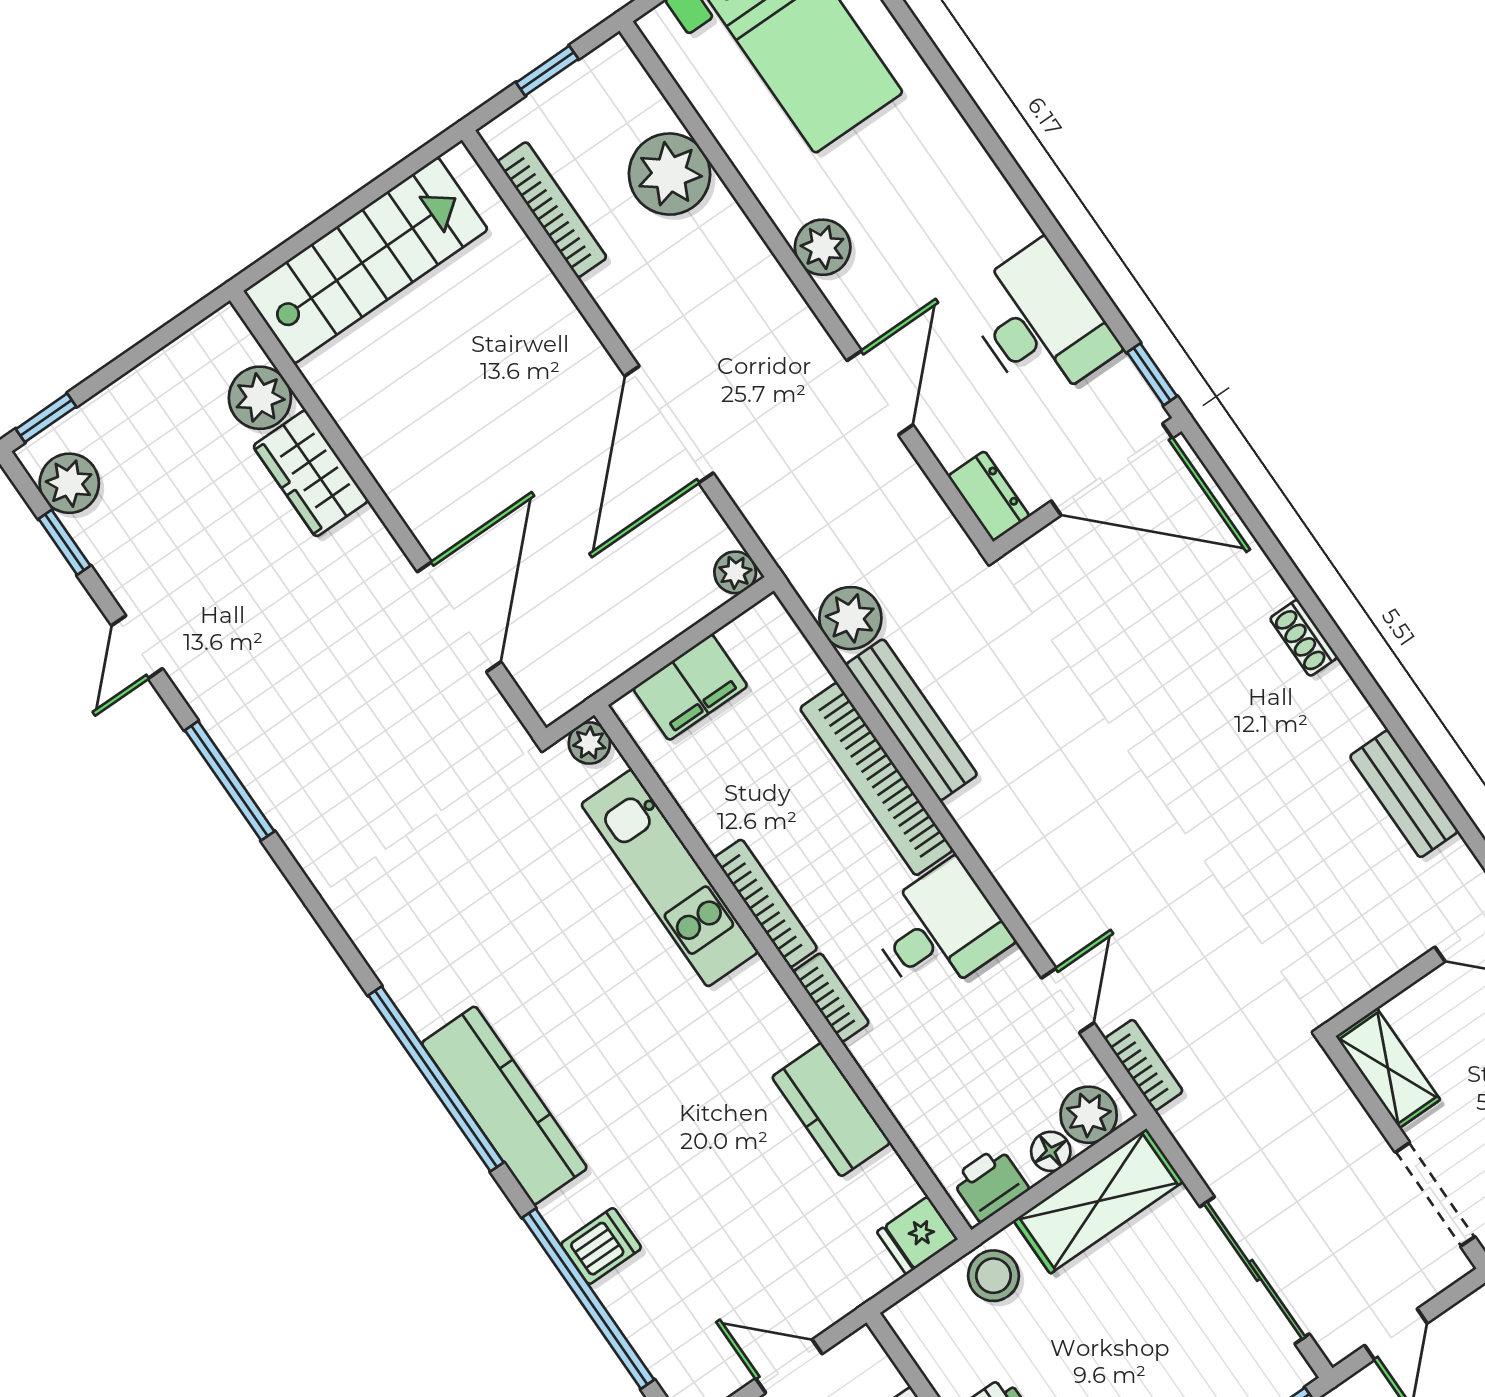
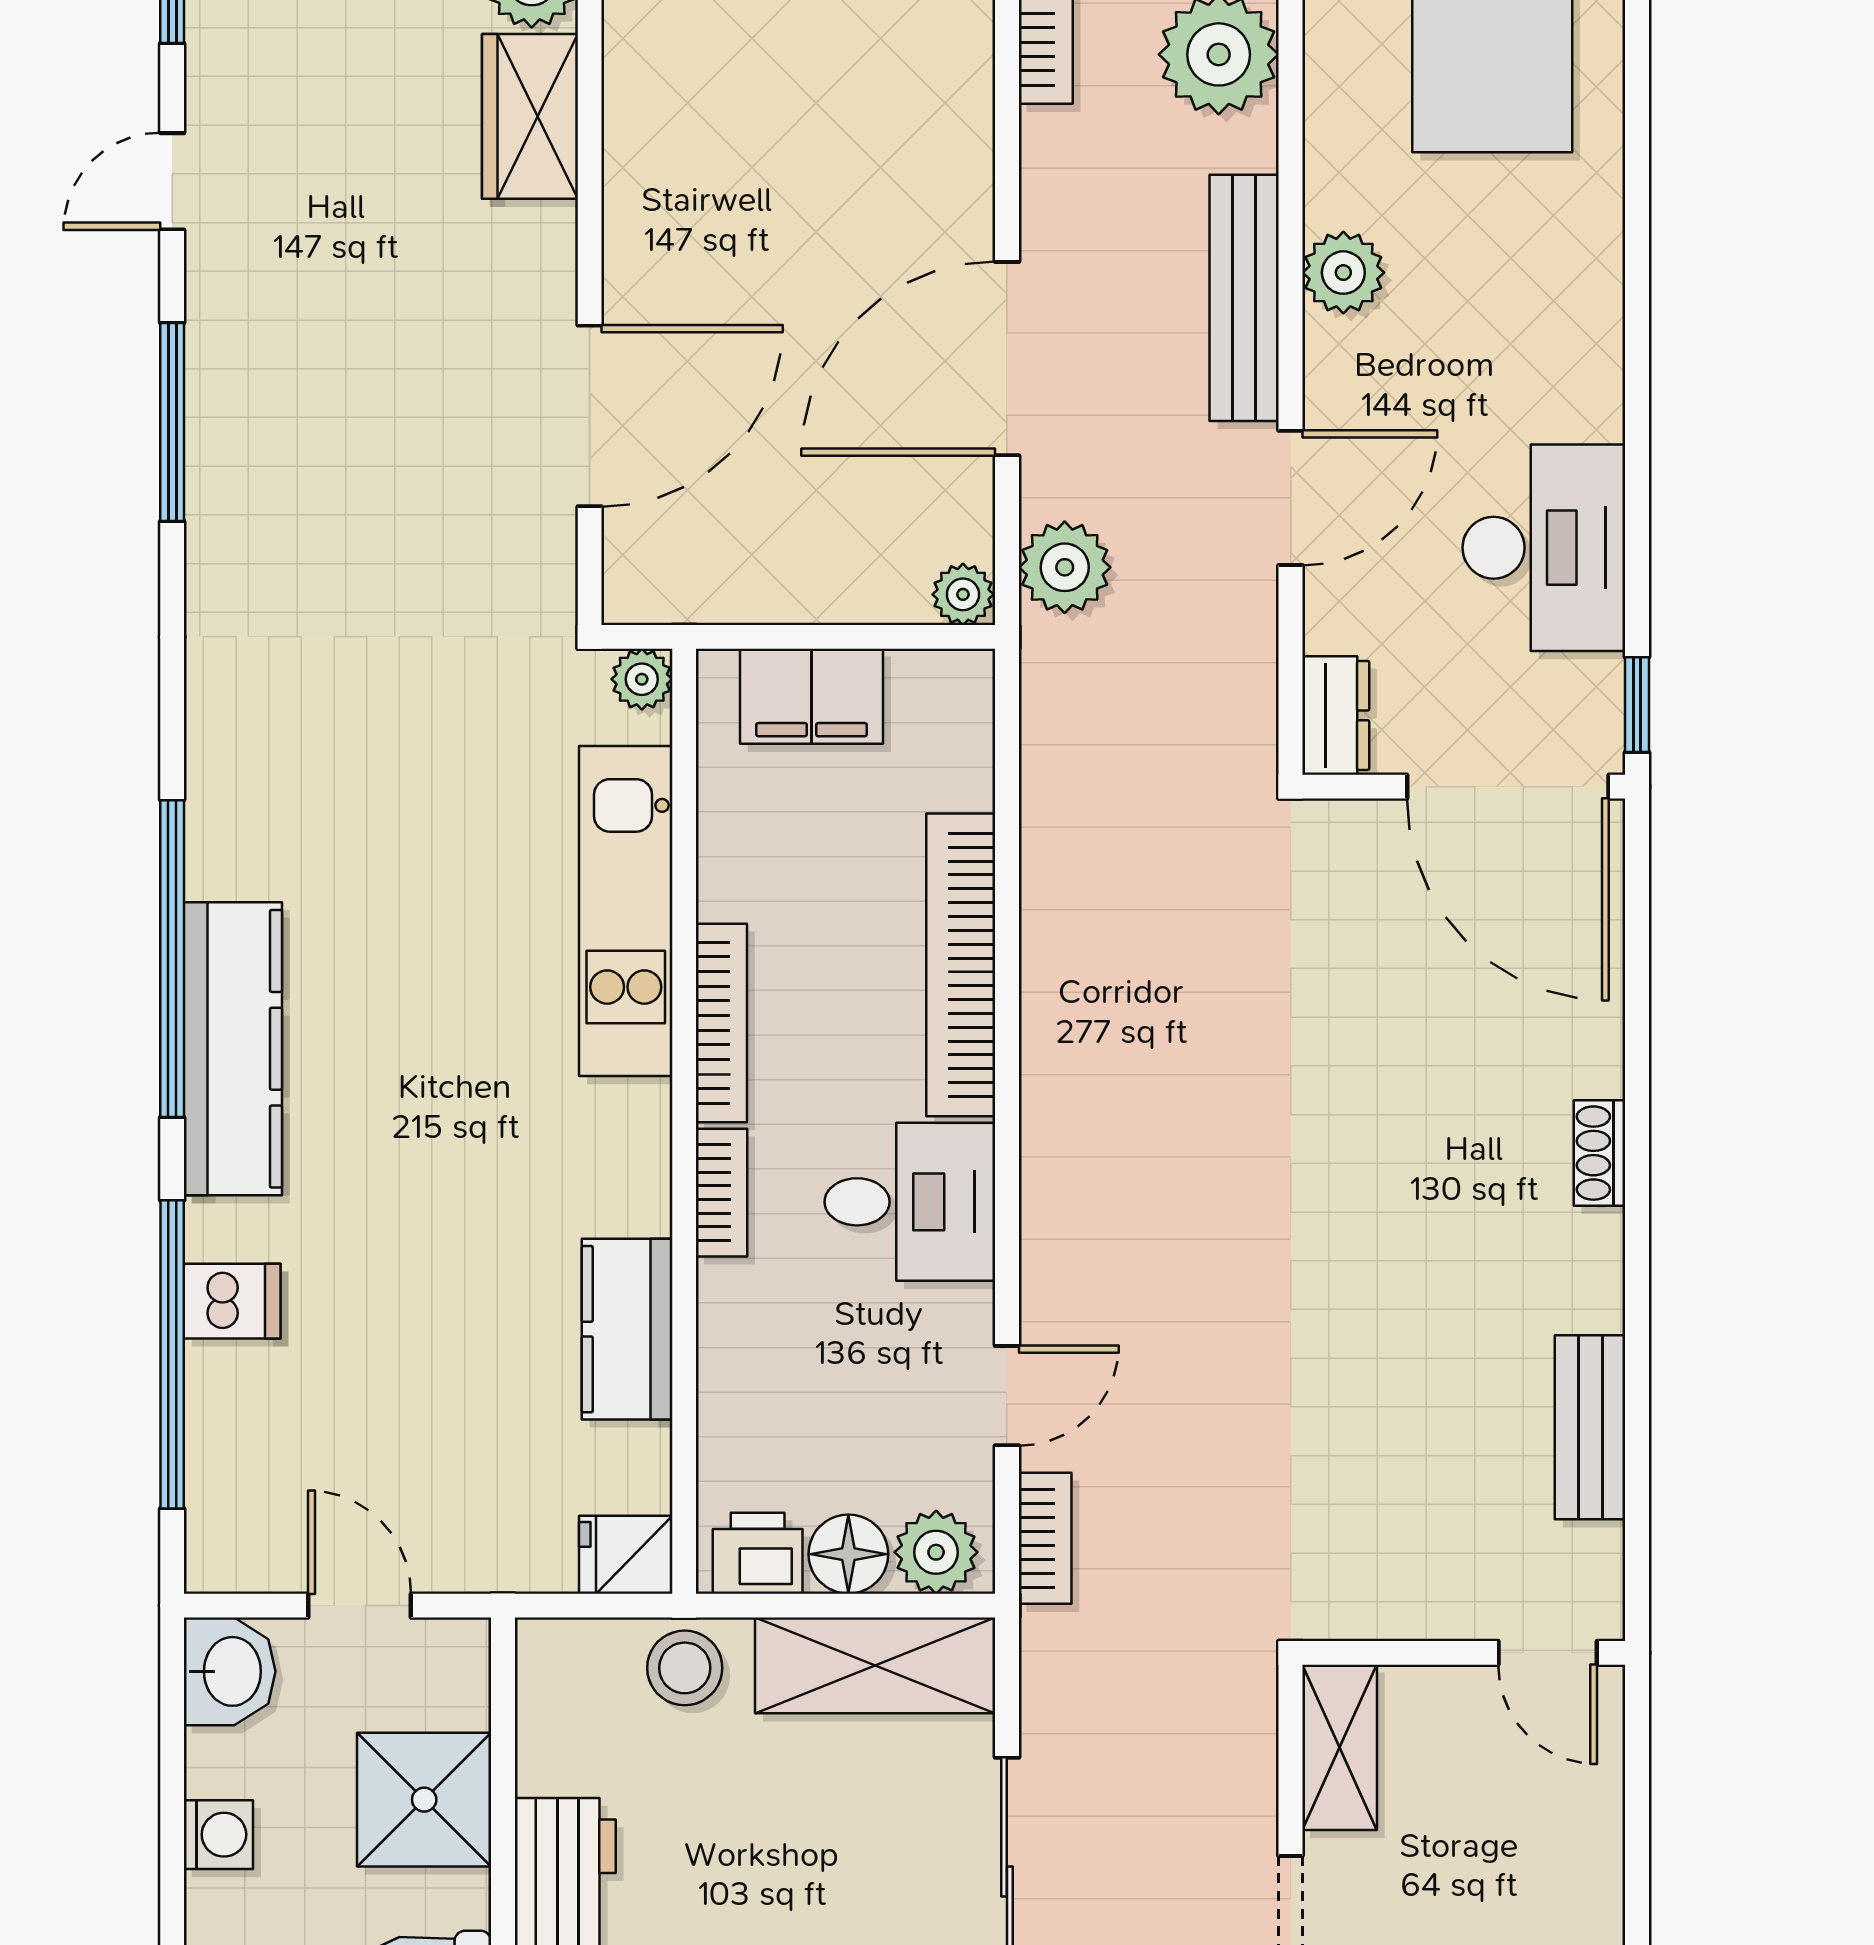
plant: (850, 618) -> (1065, 567), moved
bench: (912, 720) -> (1244, 298), moved
floor lamp: (1051, 1151) -> (848, 1554), width x1.37, depth x1.37

